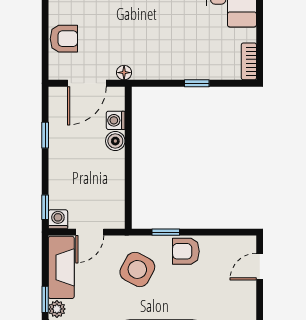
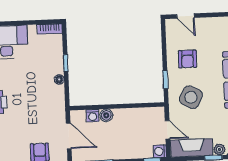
floor lamp: (124, 73) -> (59, 79), moved
armchair: (186, 251) -> (188, 59), moved

